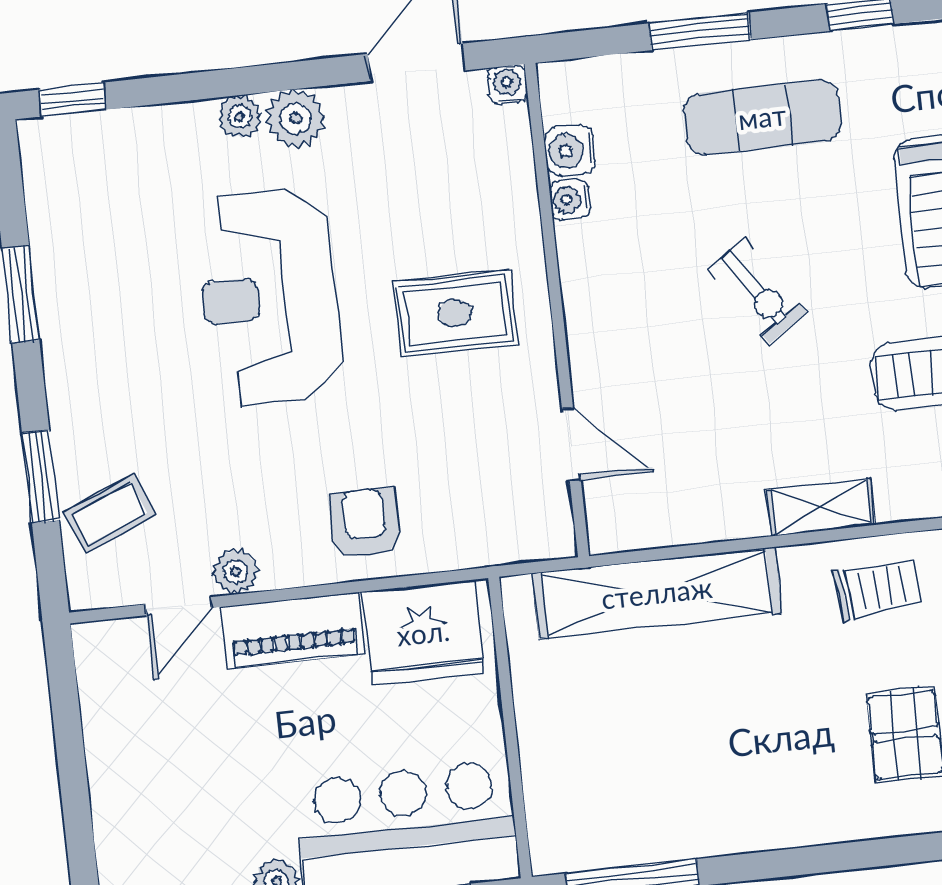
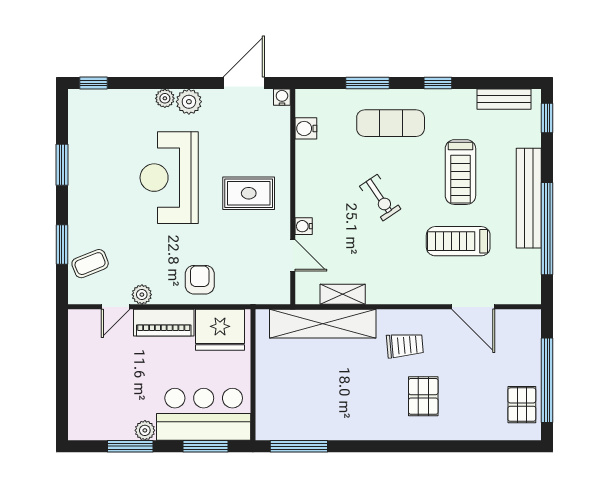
water cooler: (570, 200) -> (304, 226), moved
shelving: (821, 507) -> (343, 294), moved
trolley: (877, 589) -> (405, 345), moved

